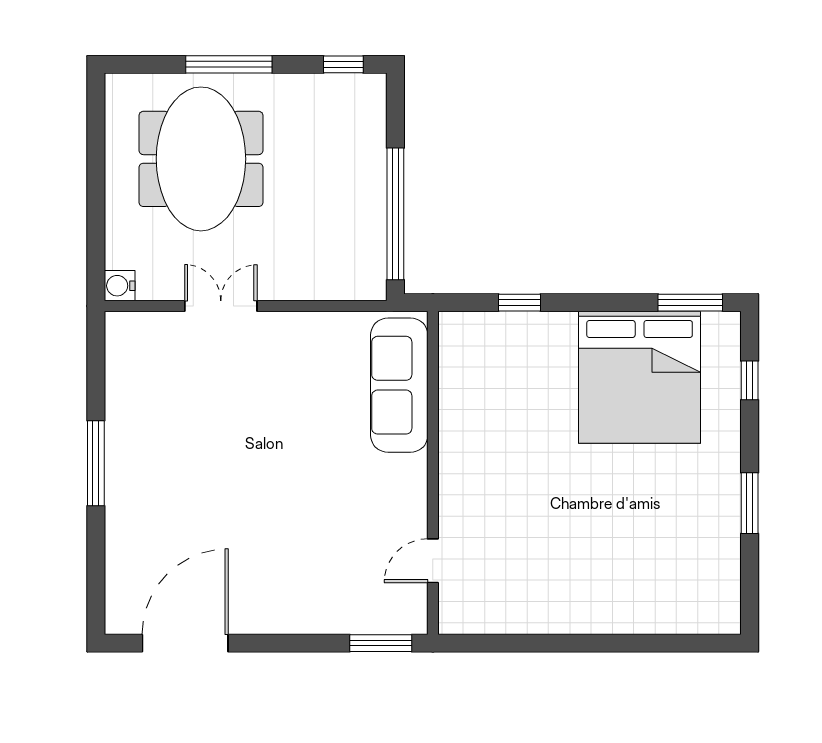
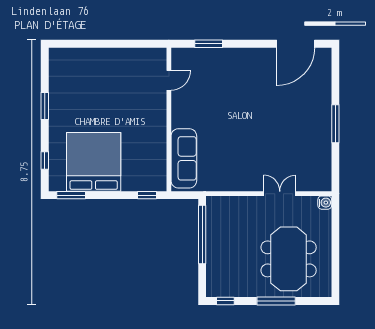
double door: (221, 306) -> (280, 194), swing flipped
sofa: (399, 385) -> (184, 158), moved
wall: (433, 473) -> (169, 119), moved
door: (433, 561) -> (169, 80), moved

